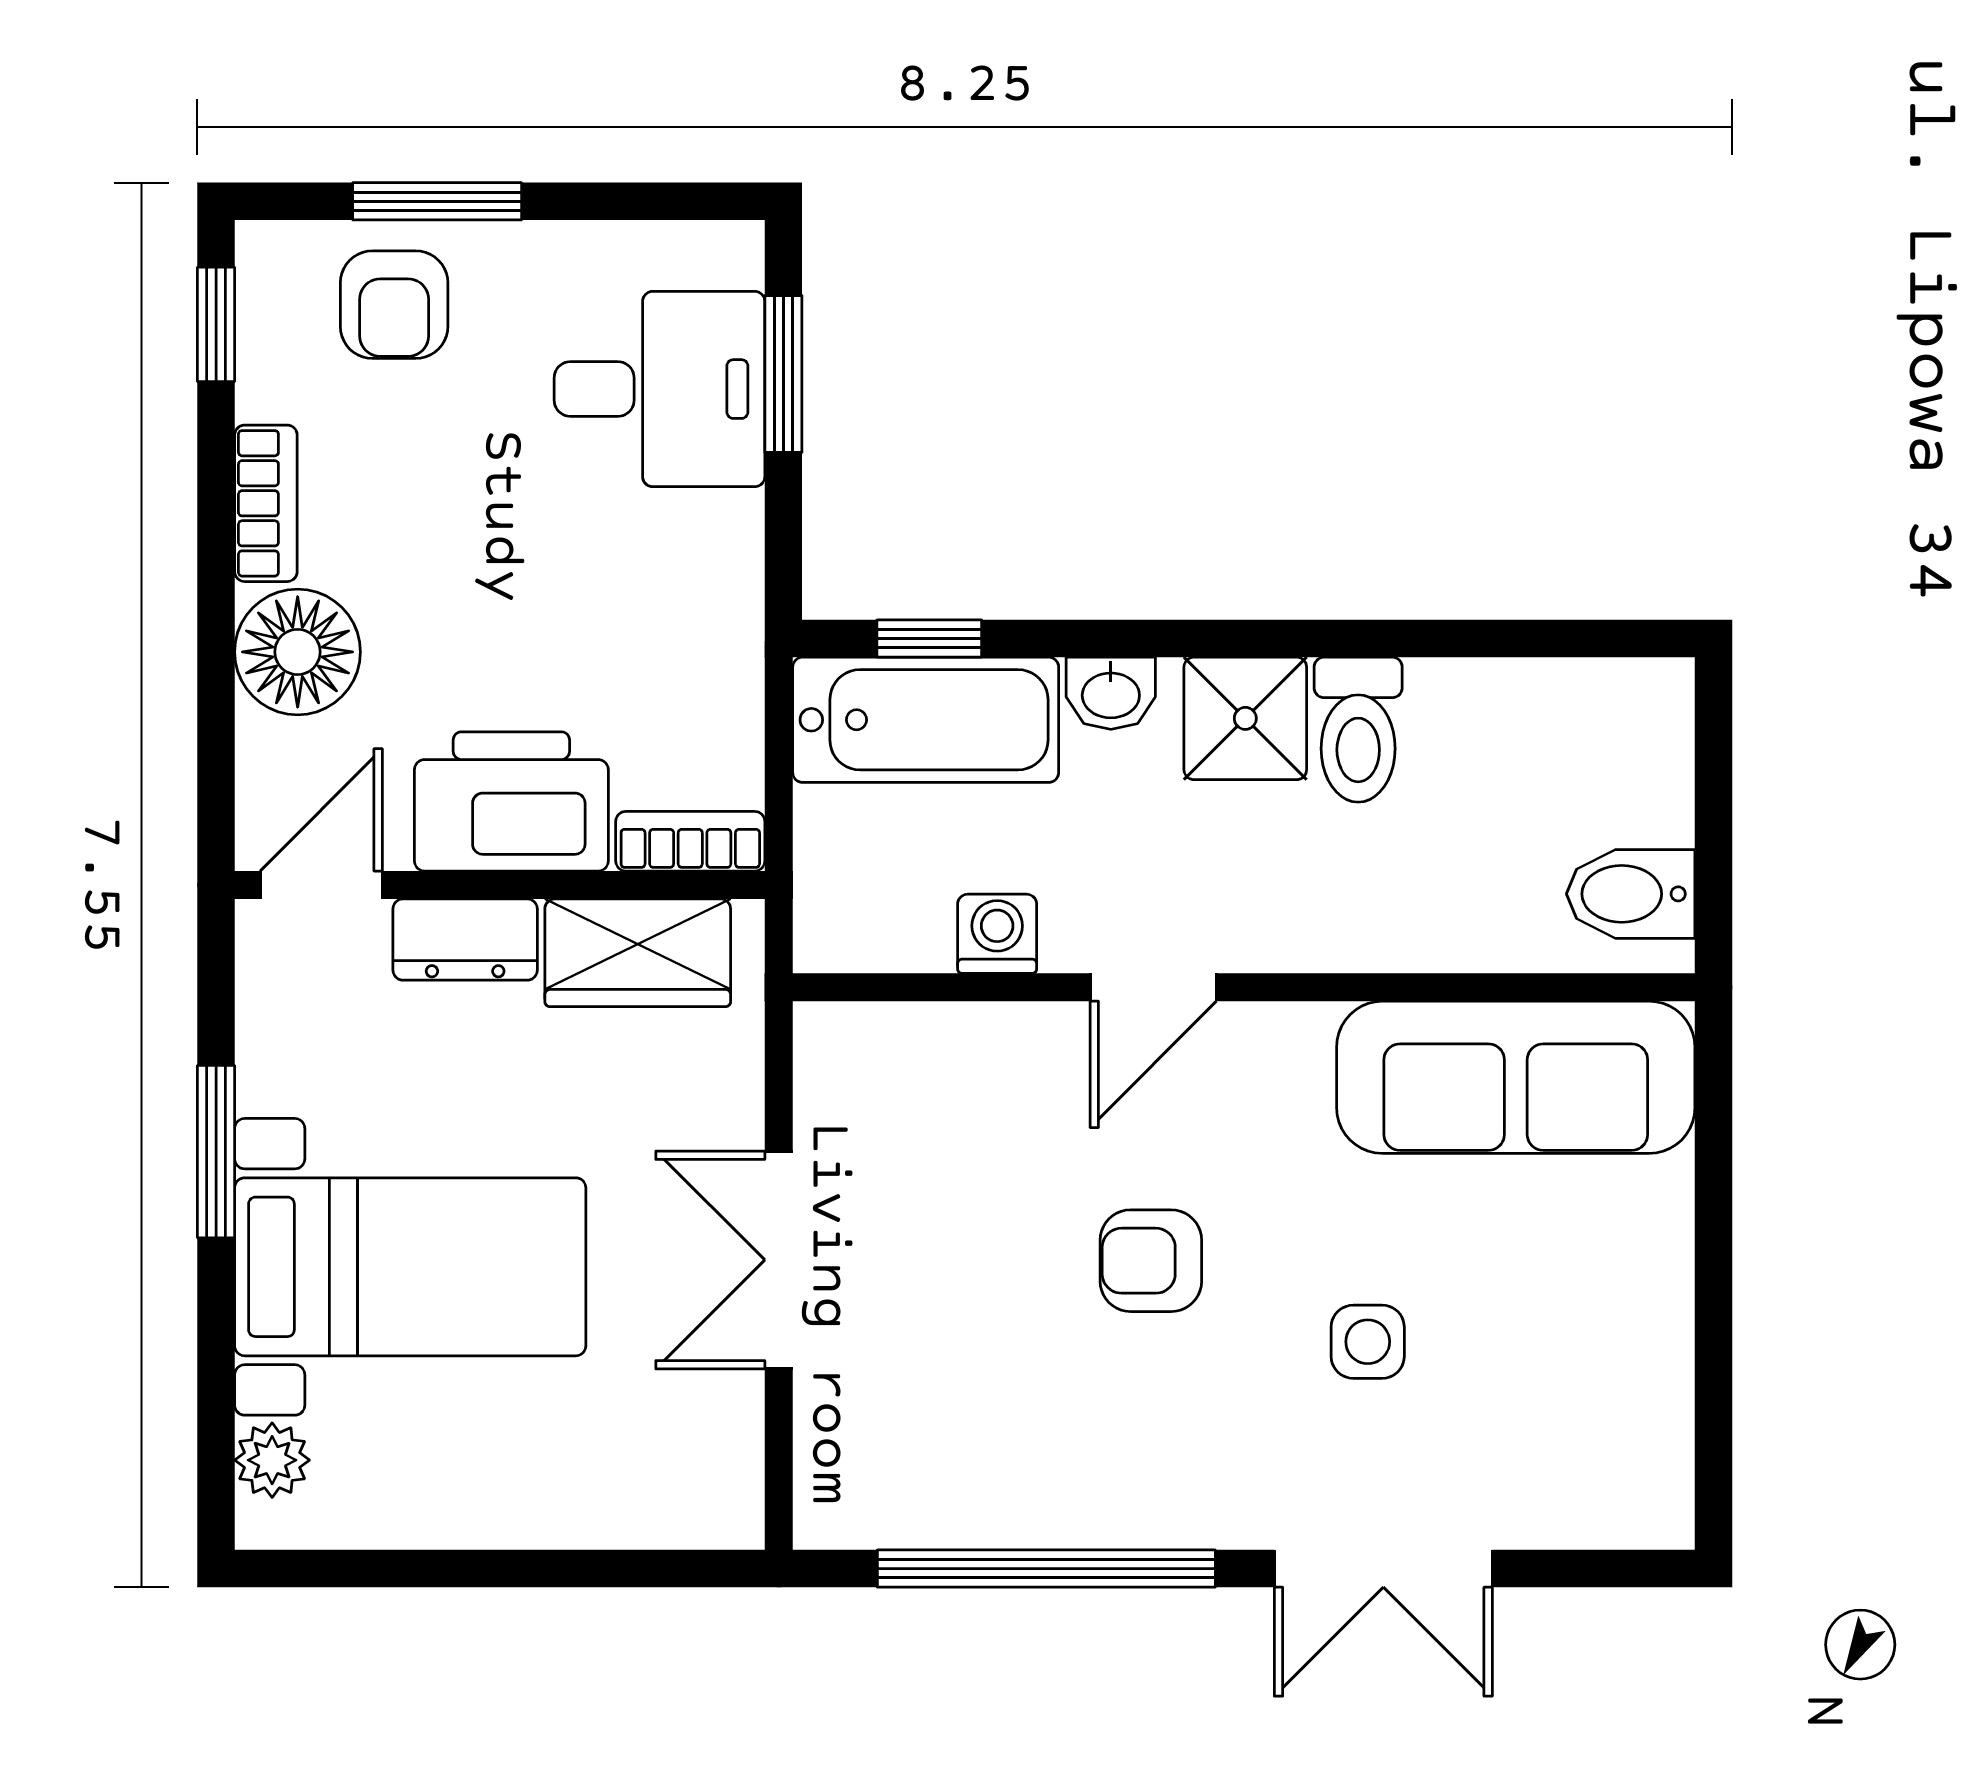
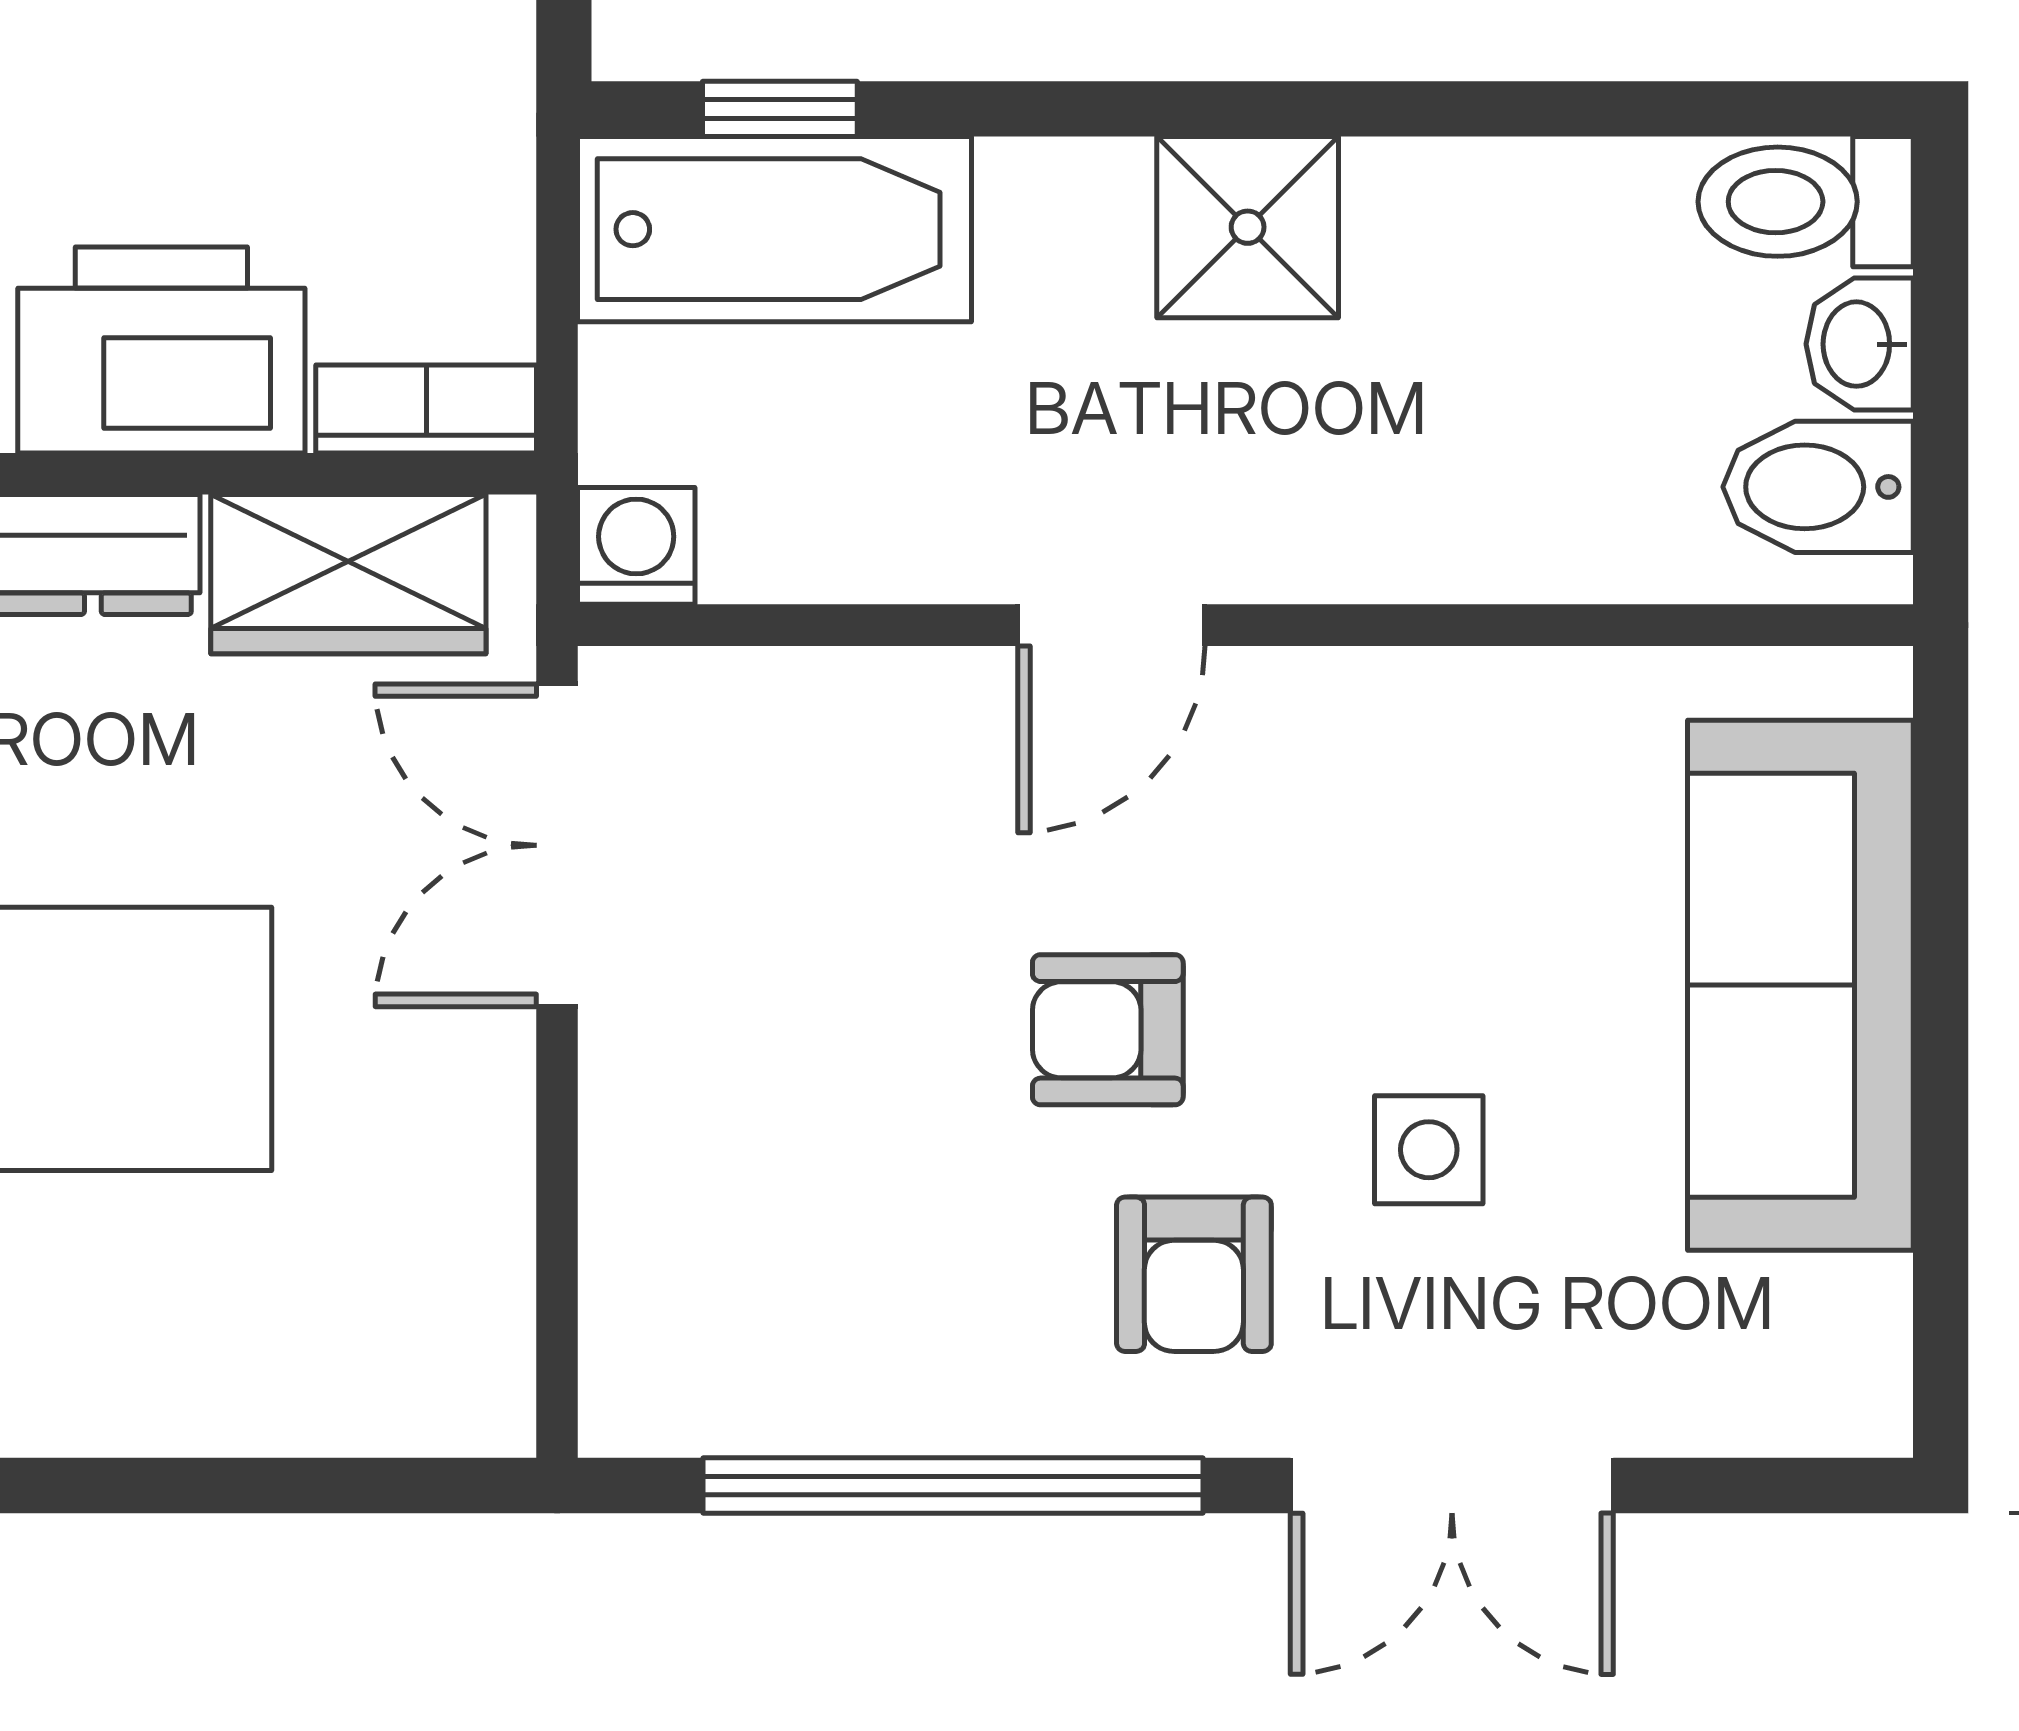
washbasin: (1111, 693) -> (1860, 344), moved, turned 90
toilet: (1358, 730) -> (1806, 202), moved, turned 90
washing machine: (997, 934) -> (636, 546), moved
sofa: (1516, 1077) -> (1800, 985), moved, turned 90
double door: (779, 1260) -> (557, 845), moved
armchair: (1209, 1426) -> (1194, 1274), added

